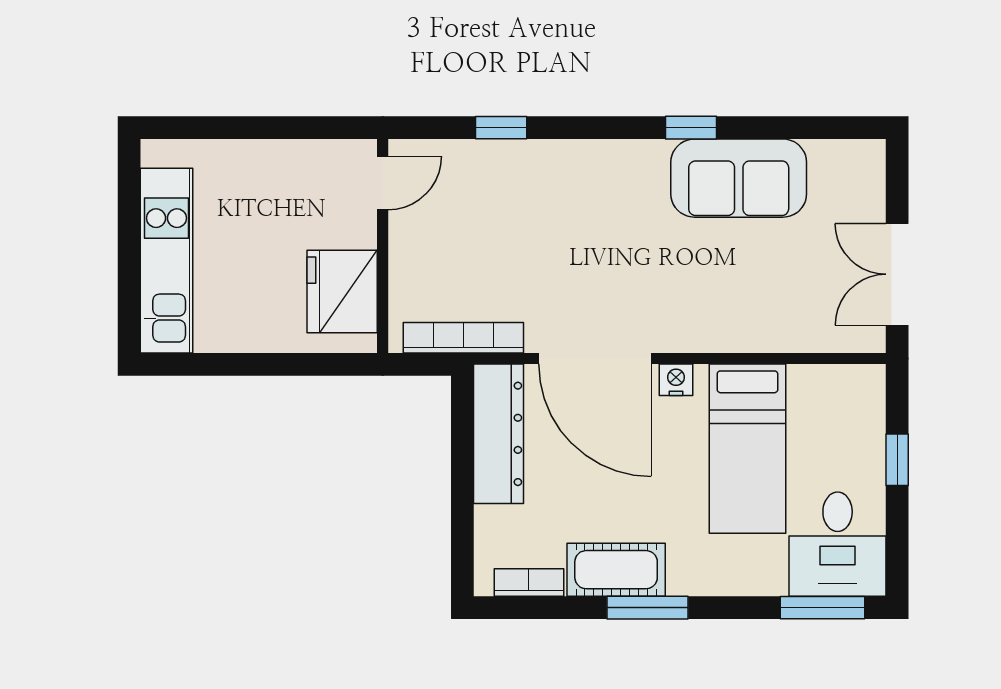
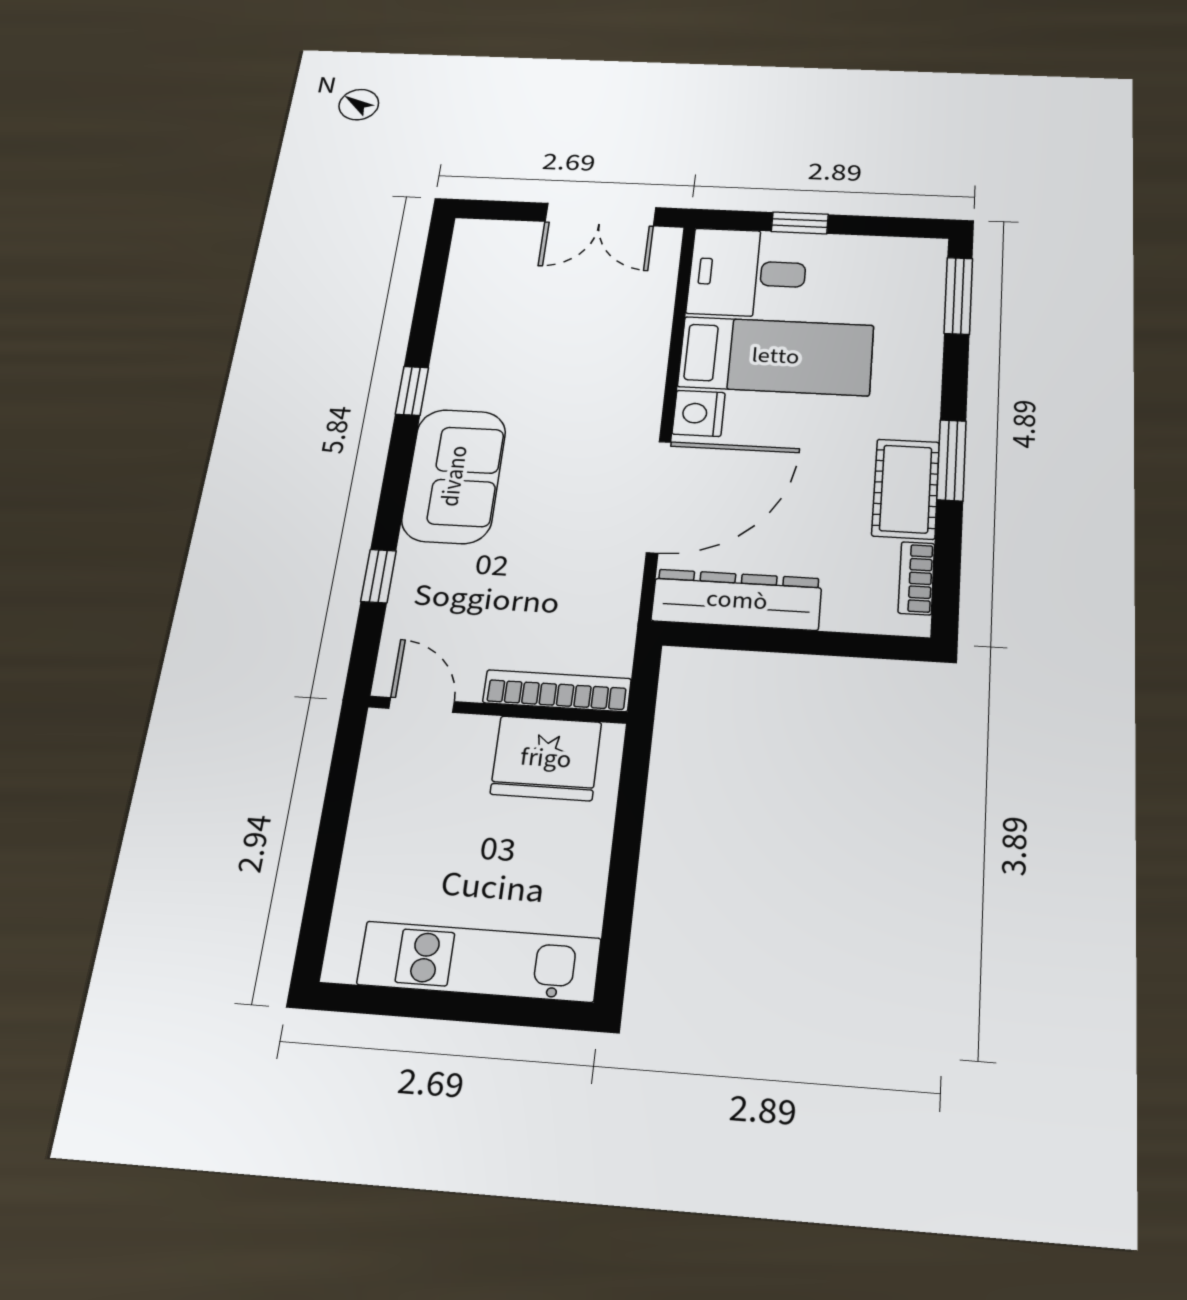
sofa: (739, 178) -> (454, 476), moved
bookcase: (463, 338) -> (557, 691), moved, turned 90
nightstand: (676, 380) -> (699, 413), width x1.39, depth x1.35
desk: (838, 544) -> (747, 273), moved, turned 180

